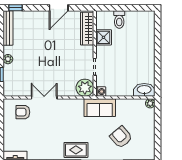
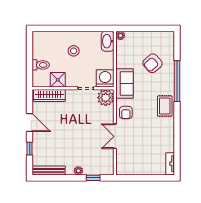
window: (16, 8) -> (30, 149), moved
stool: (134, 54) -> (74, 51), added
washing machine: (101, 92) -> (105, 78), width x1.89, depth x1.89
armchair: (23, 112) -> (126, 113), moved

